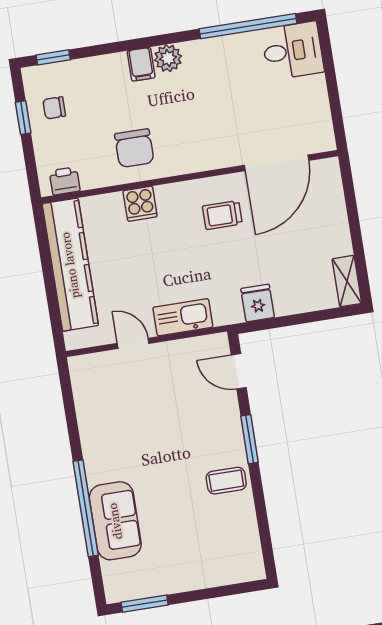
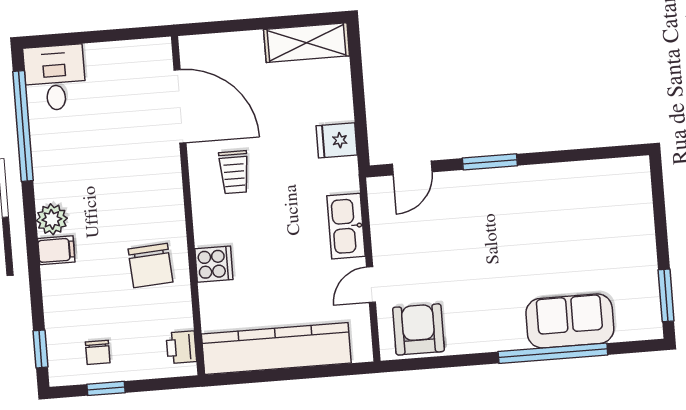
chair: (134, 148) -> (151, 266), turned 86
shelving: (347, 281) -> (307, 43), width x1.50, depth x1.33
armchair: (97, 388) -> (418, 329), added
coffee table: (226, 481) -> (535, 192), removed

